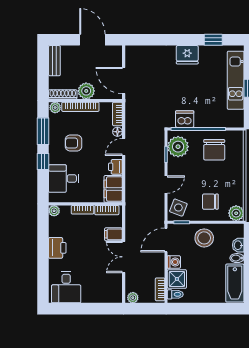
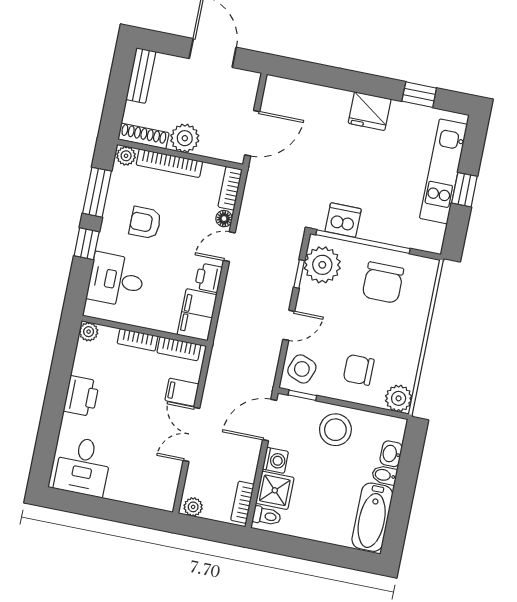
door: (124, 81) -> (252, 133), swing flipped

